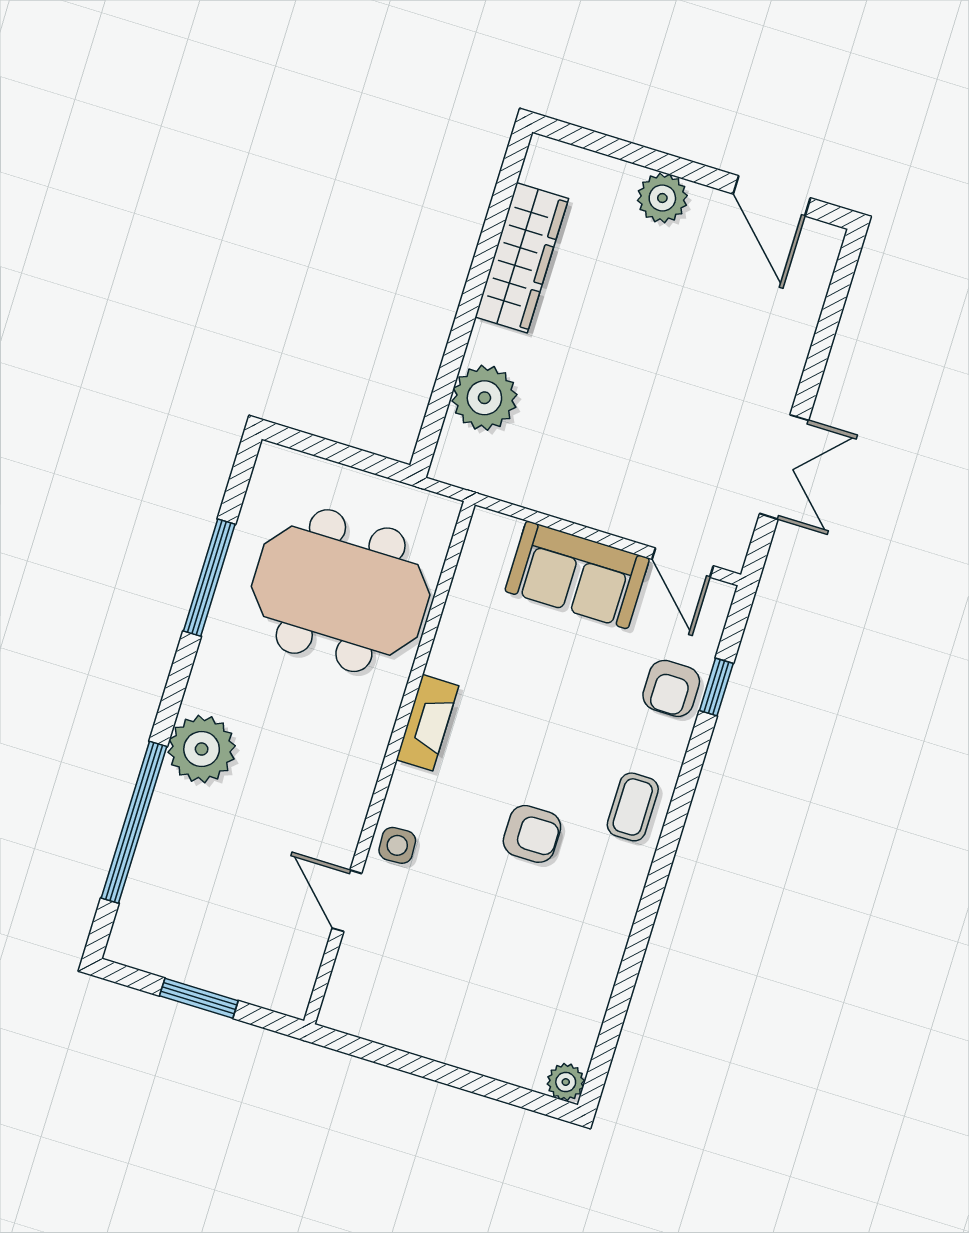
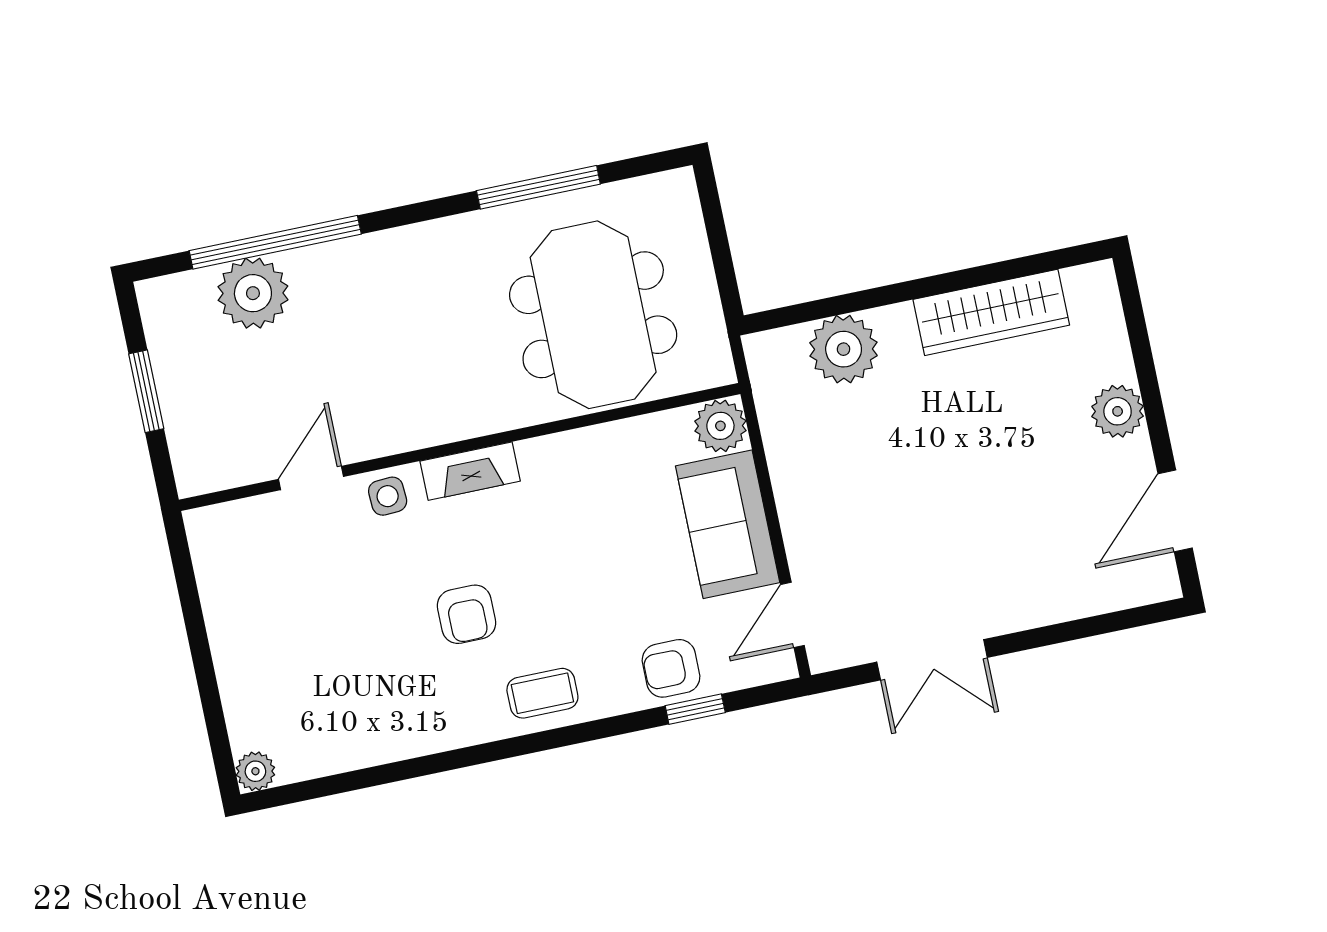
plant: (492, 536) -> (720, 426), added
fireplace: (427, 723) -> (470, 471), moved
plant: (202, 749) -> (253, 293), moved

